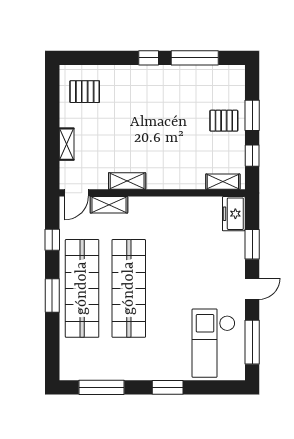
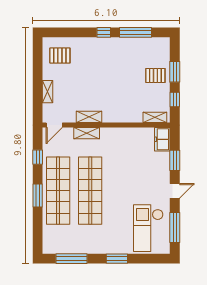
shelving: (109, 205) -> (87, 133), moved

